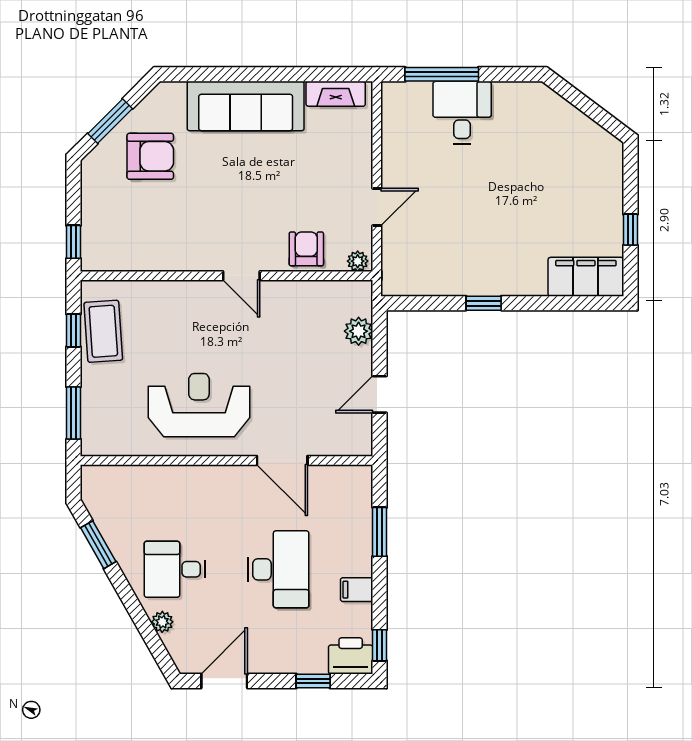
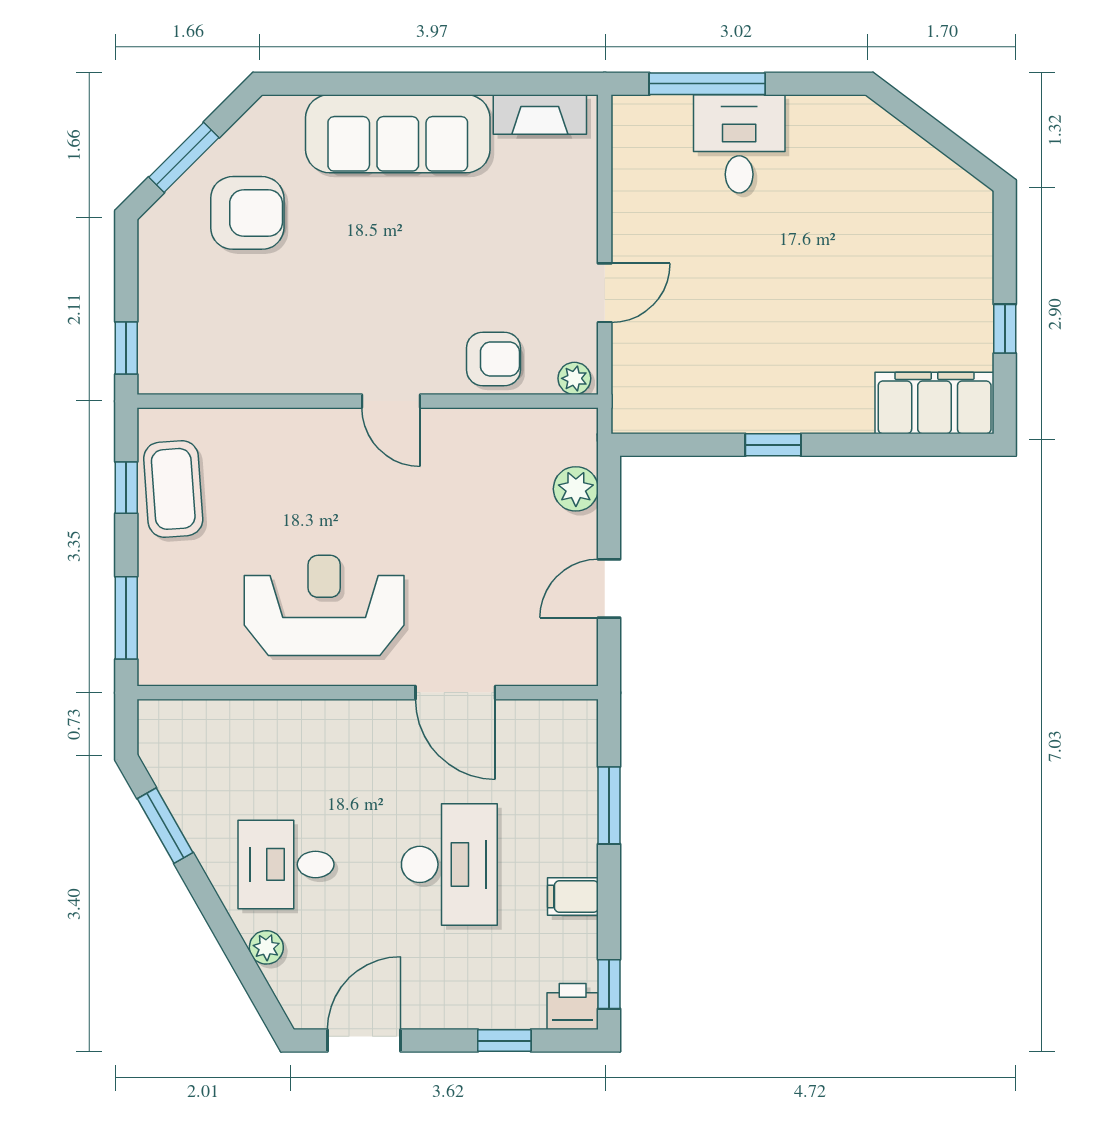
armchair: (306, 249) -> (493, 359), turned 90
printer: (351, 656) -> (573, 1007), width x0.73, depth x0.81

